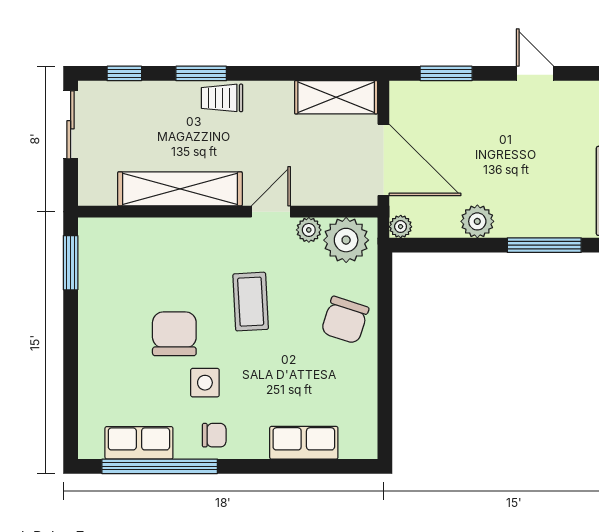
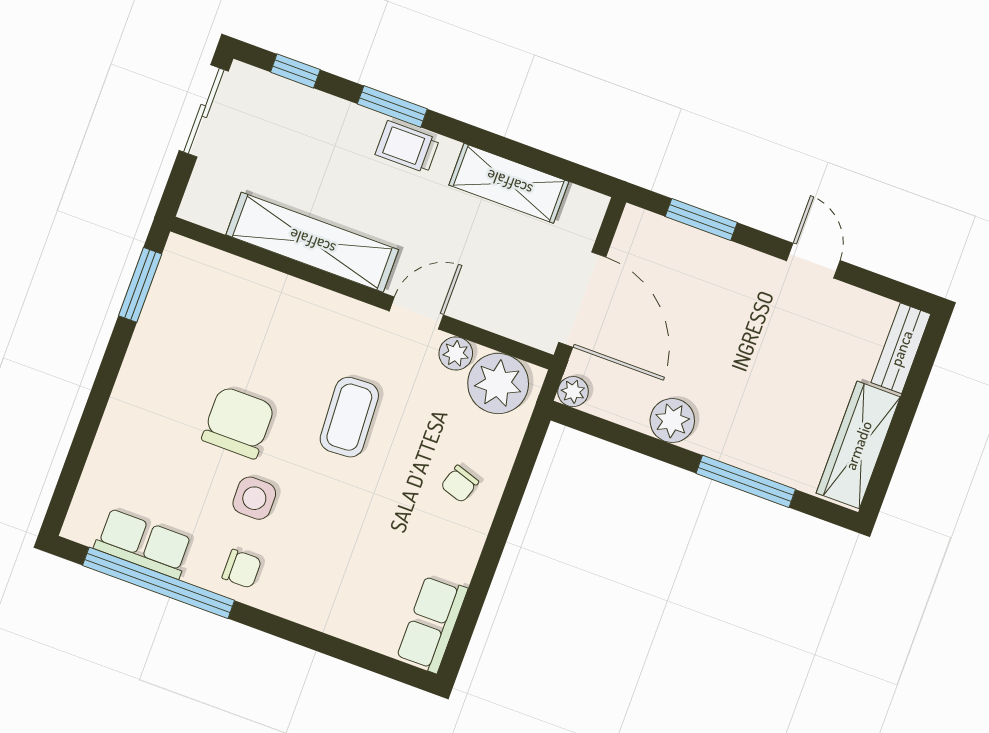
shelving: (336, 97) -> (509, 183), moved
chair: (345, 320) -> (460, 484), width x0.54, depth x0.54
row of seats: (304, 443) -> (432, 624), moved, turned -90

